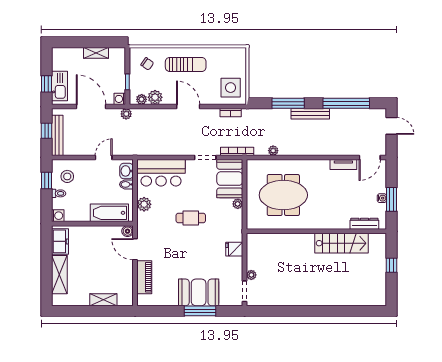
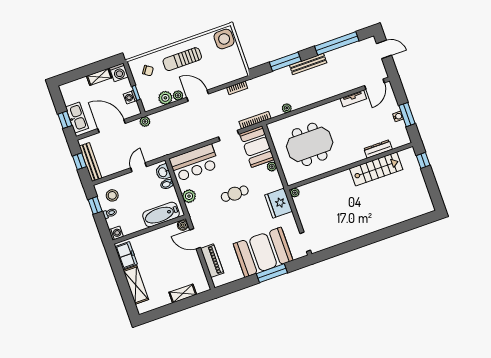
washing machine: (117, 55) -> (119, 72), added
sun lounger: (186, 64) -> (182, 59), turned 180
side table: (231, 88) -> (224, 39), moved
washing machine: (120, 99) -> (130, 97), moved
plant: (142, 99) -> (178, 95), moved
dresser: (364, 224) -> (378, 149), moved
fridge: (234, 249) -> (279, 203), width x1.88, depth x1.34
window: (392, 265) -> (423, 160), moved
plant: (251, 275) -> (295, 193), moved
booth: (199, 292) -> (263, 252), width x1.36, depth x1.42

